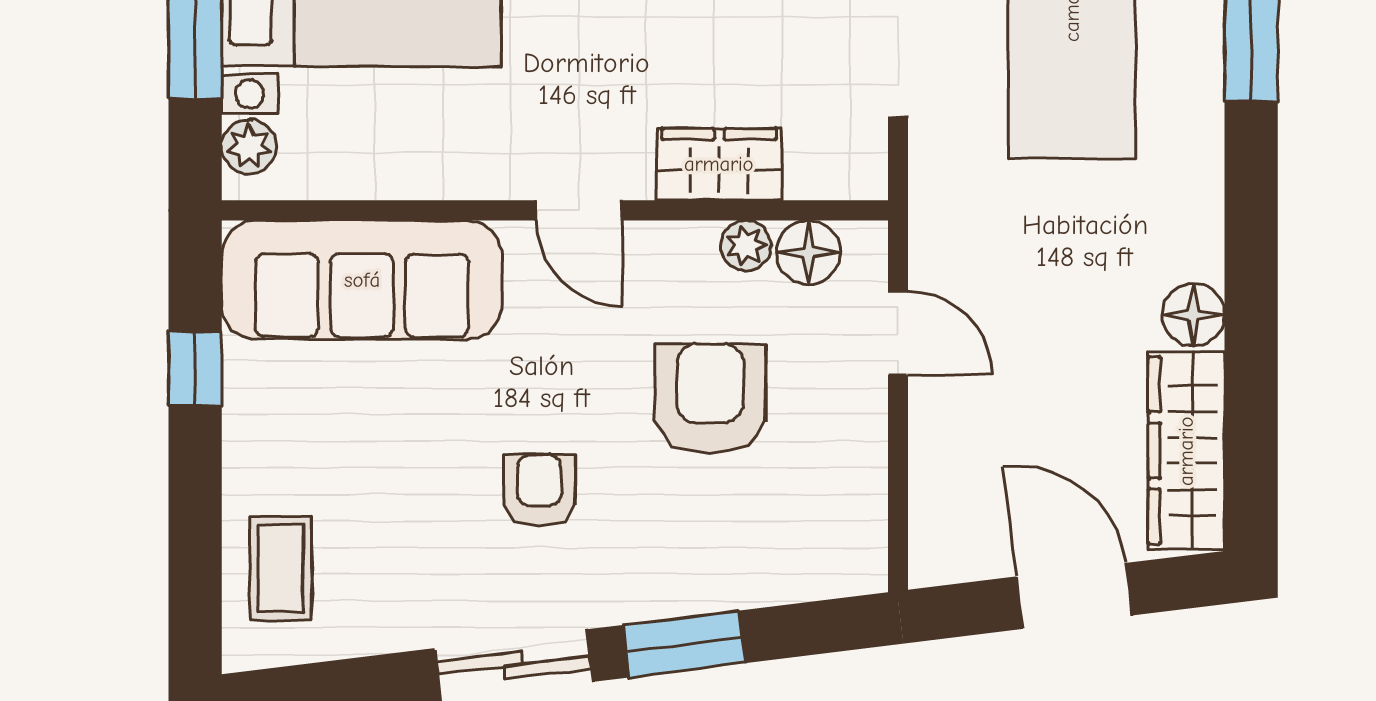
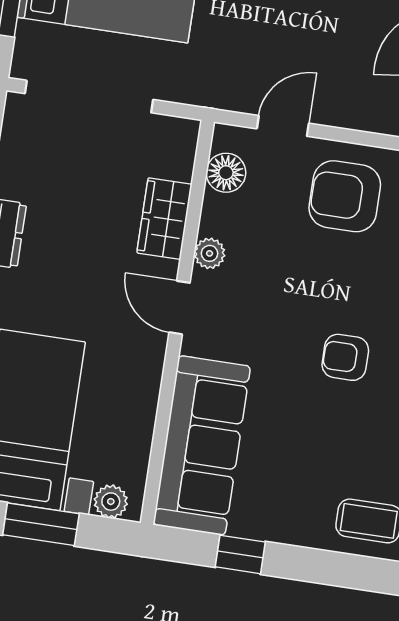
door: (579, 210) -> (180, 308), swing flipped
plant: (746, 246) -> (210, 253), moved
armchair: (710, 399) -> (345, 196), moved

